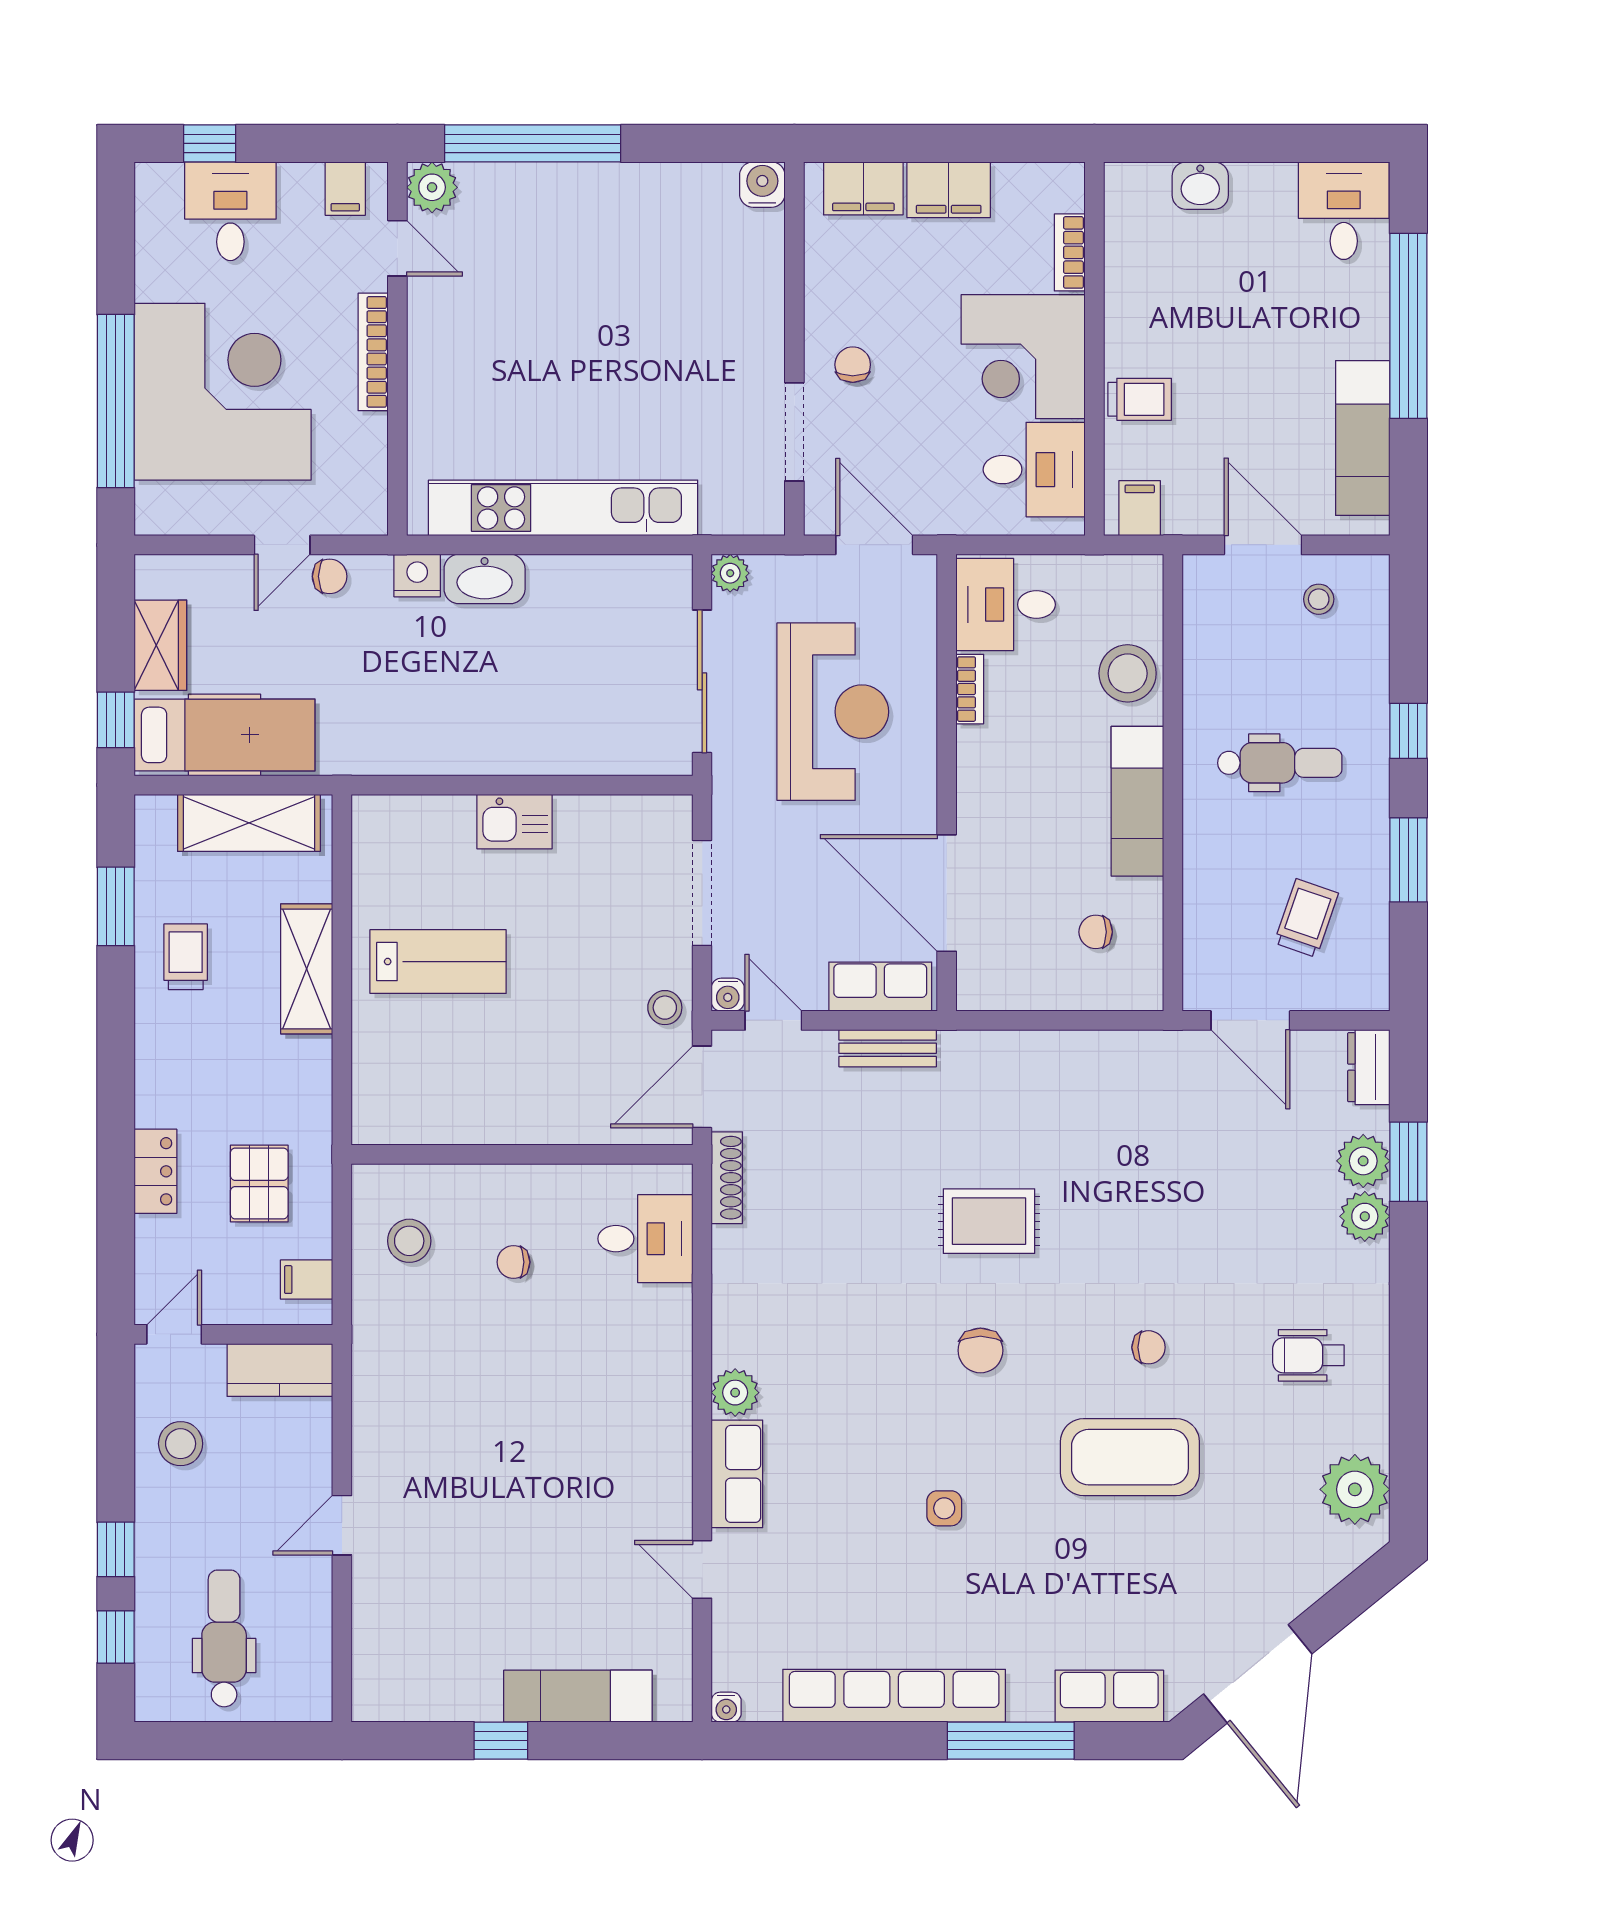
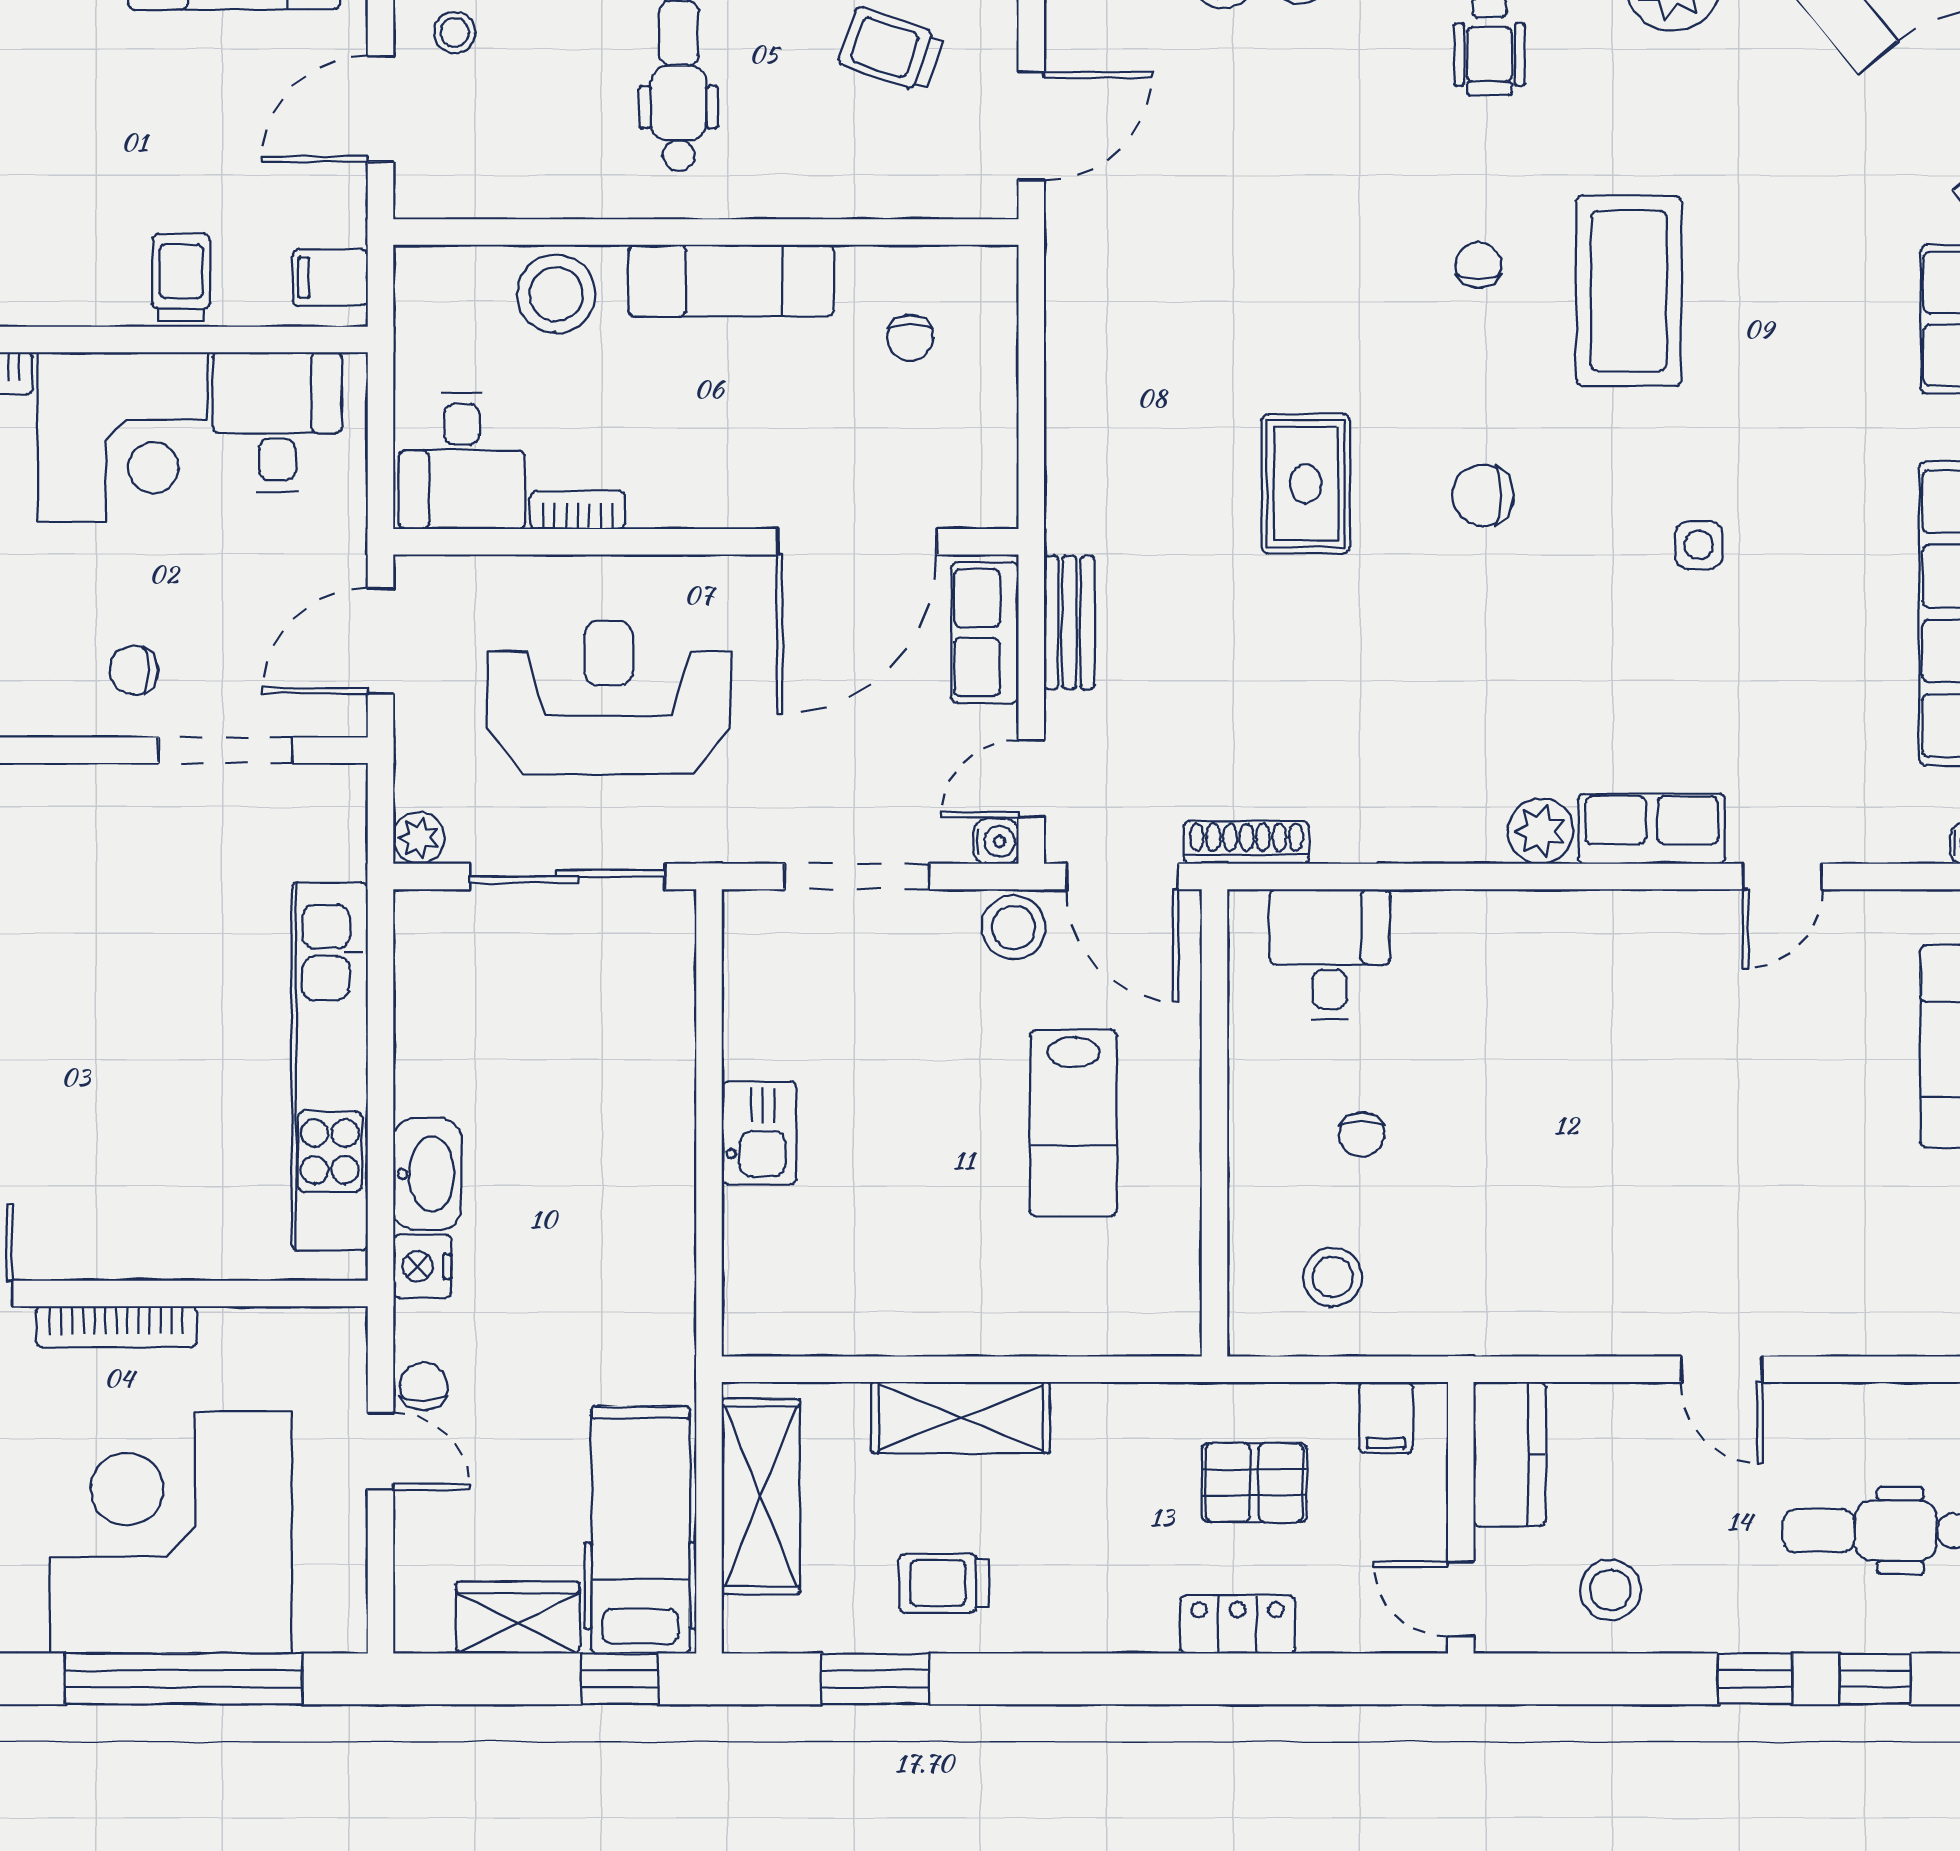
lab bench: (438, 962) -> (1073, 1123), moved, turned 180
stool: (665, 1008) -> (1014, 927), width x1.37, depth x1.37
chair: (980, 1350) -> (1483, 495), turned 180

